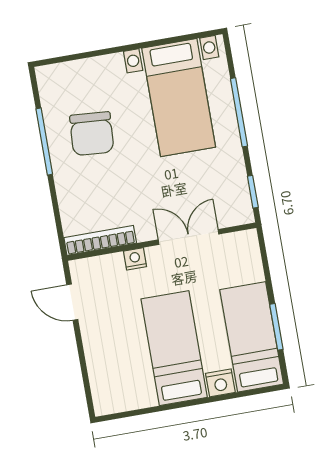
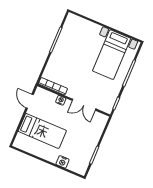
chair: (92, 134) -> (74, 48), removed
double door: (188, 237) -> (84, 105), swing flipped
bed: (252, 337) -> (83, 153), removed
bed: (174, 348) -> (42, 131), moved, turned 90

